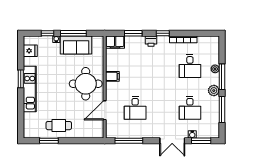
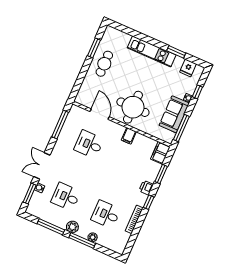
window: (73, 33) -> (181, 128), moved
window: (21, 79) -> (176, 52), moved

